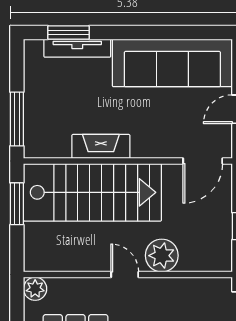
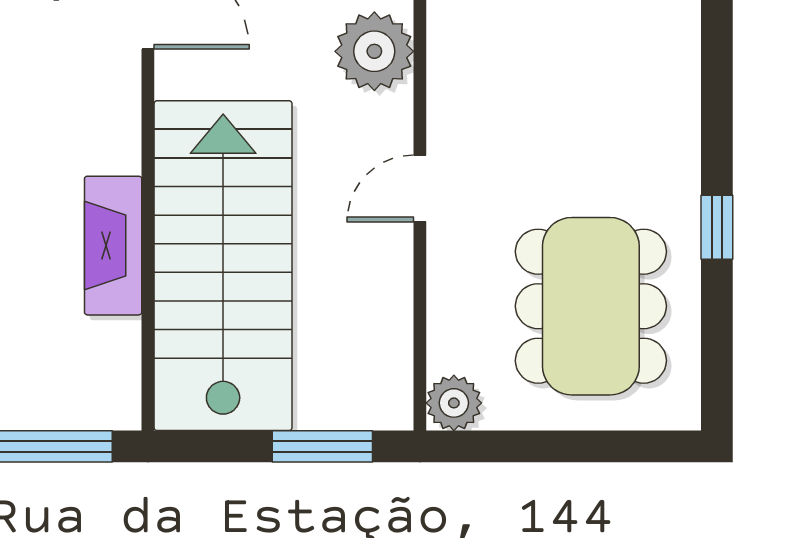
window: (17, 204) -> (322, 446), moved
plant: (162, 256) -> (374, 51), moved

